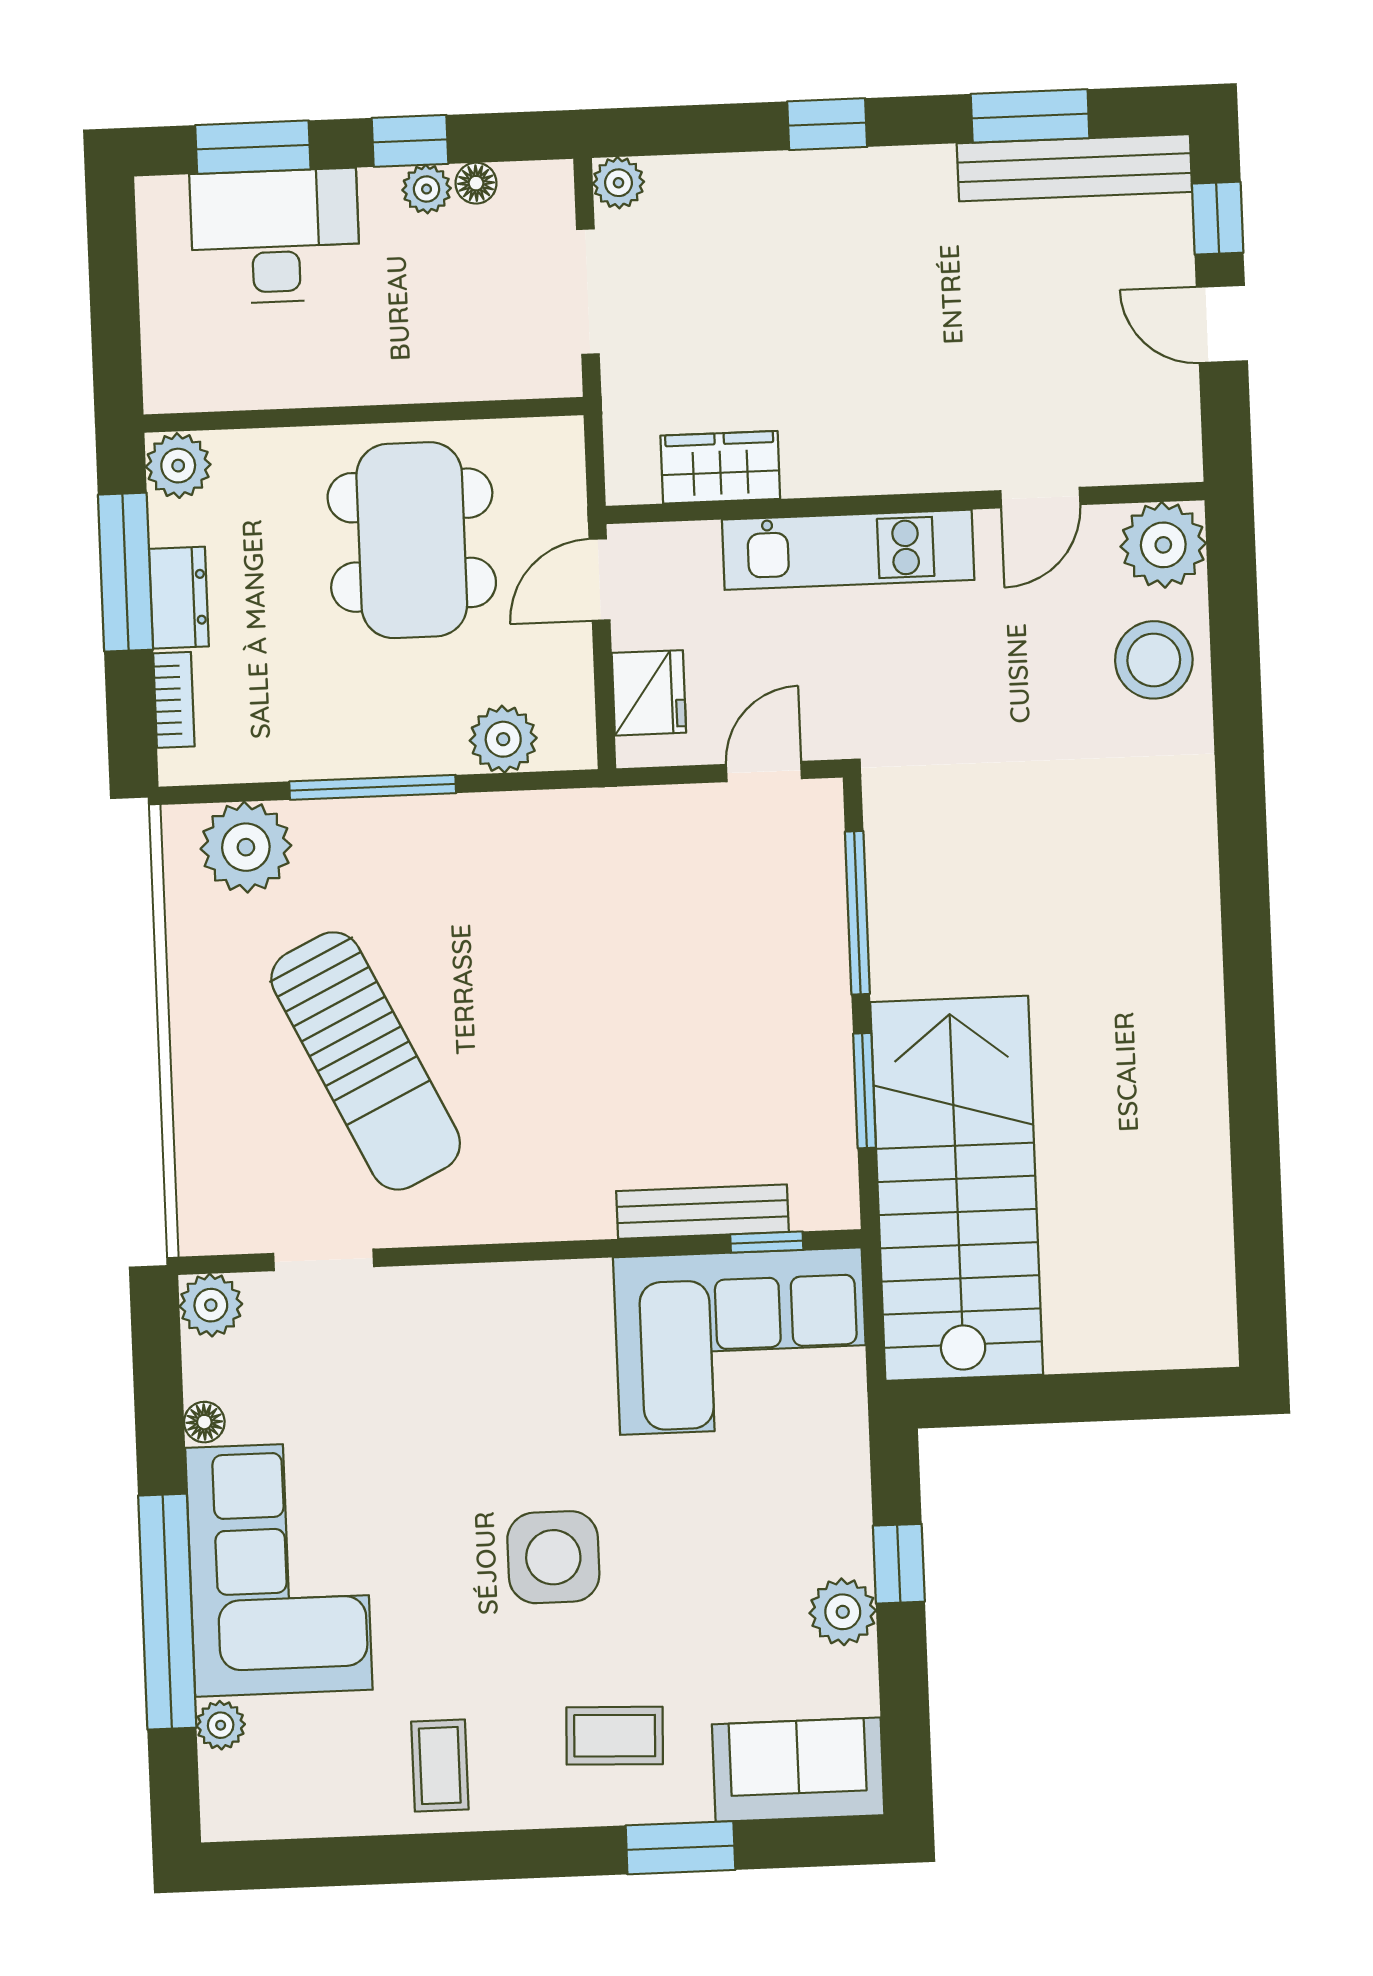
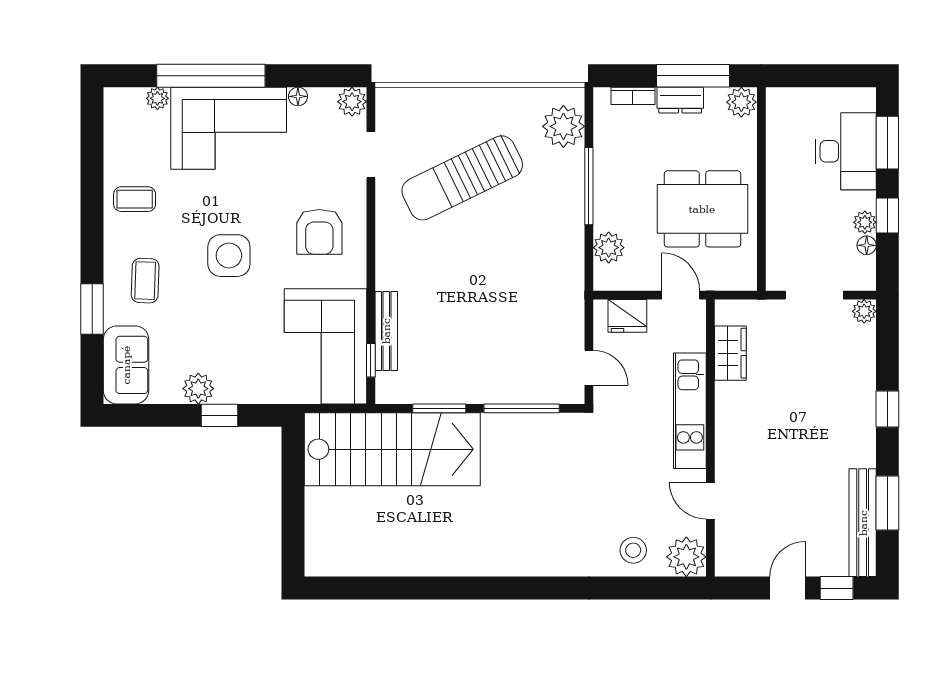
stool: (1154, 660) -> (633, 550), width x0.73, depth x0.73
armchair: (494, 1364) -> (319, 232), added

